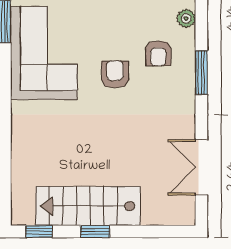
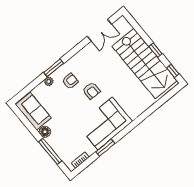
window: (201, 73) -> (54, 68), moved
armchair: (115, 75) -> (91, 91), turned -90
stairs: (88, 206) -> (145, 63), width x1.36, depth x1.51

